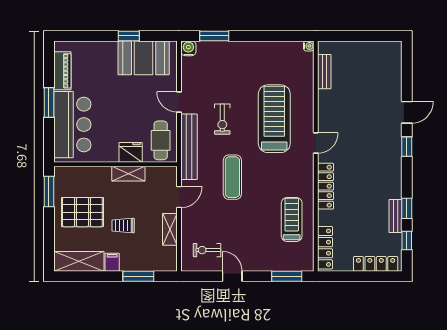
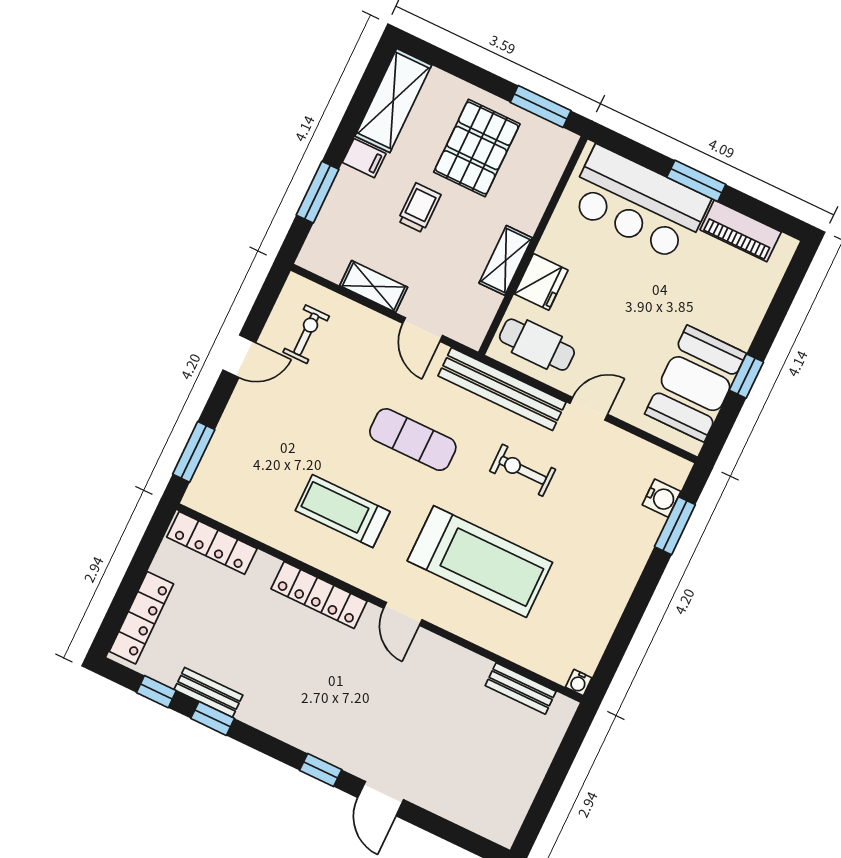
water cooler: (188, 48) -> (662, 498), moved
treadmill: (292, 220) -> (343, 511), moved, turned 180

